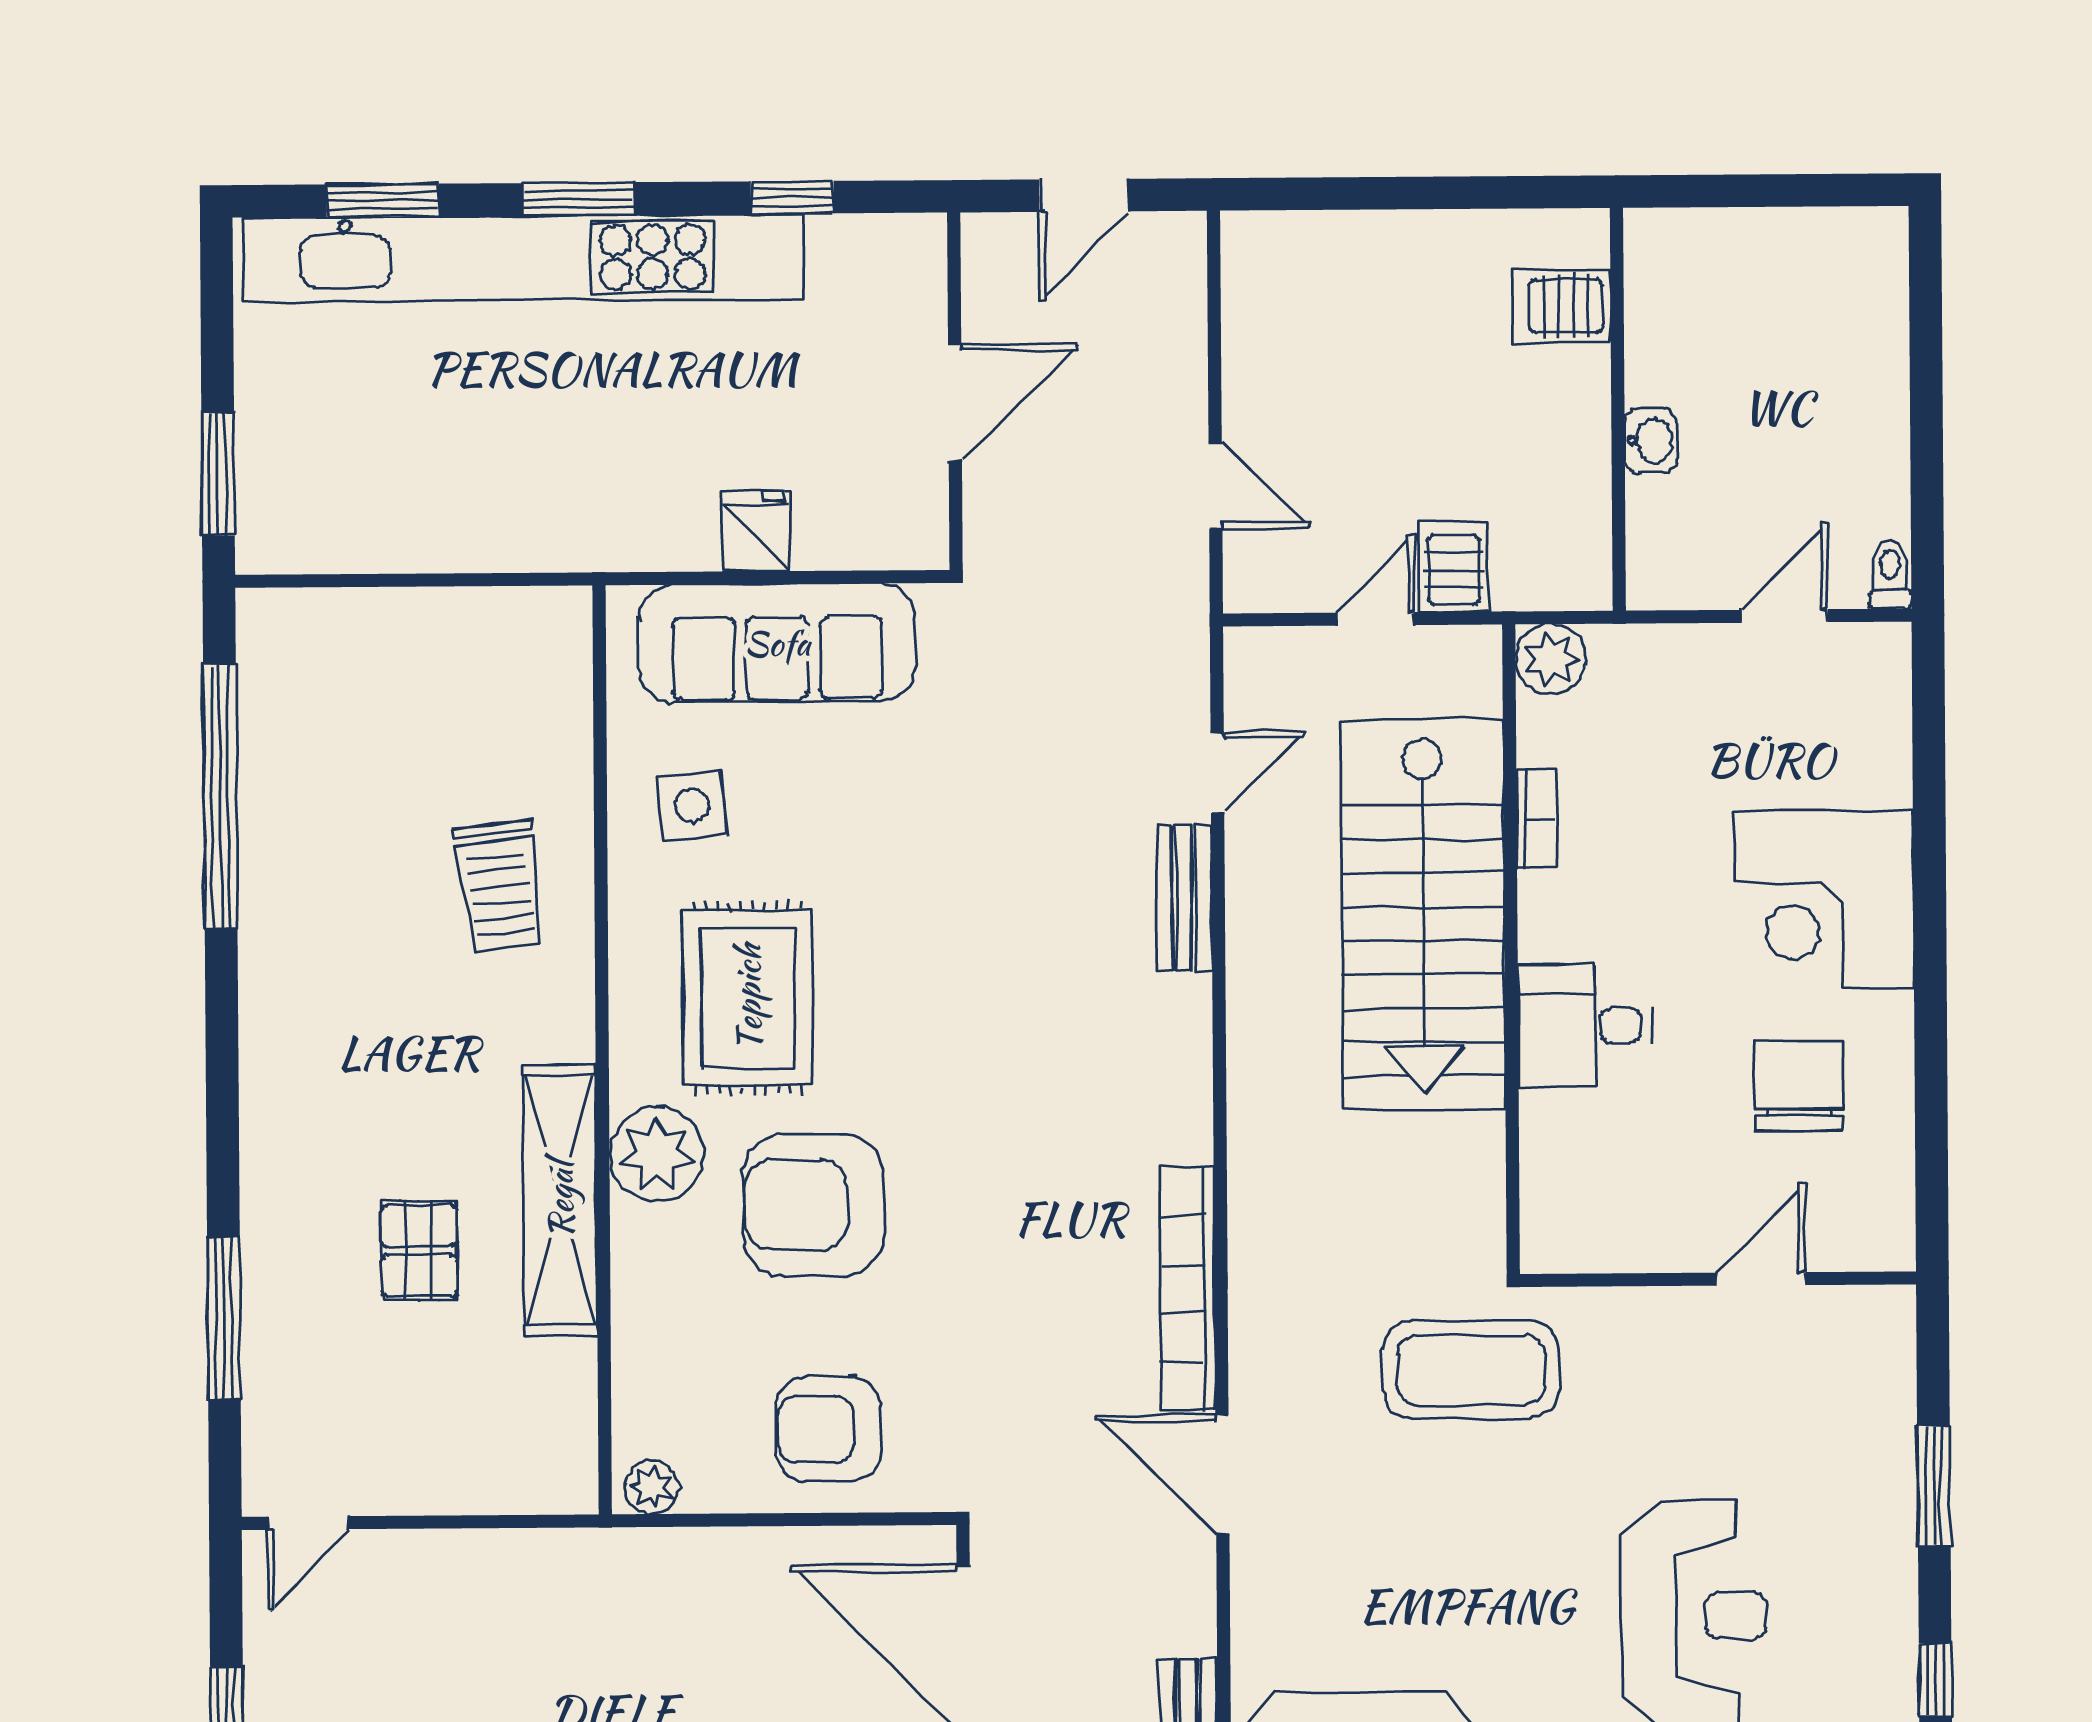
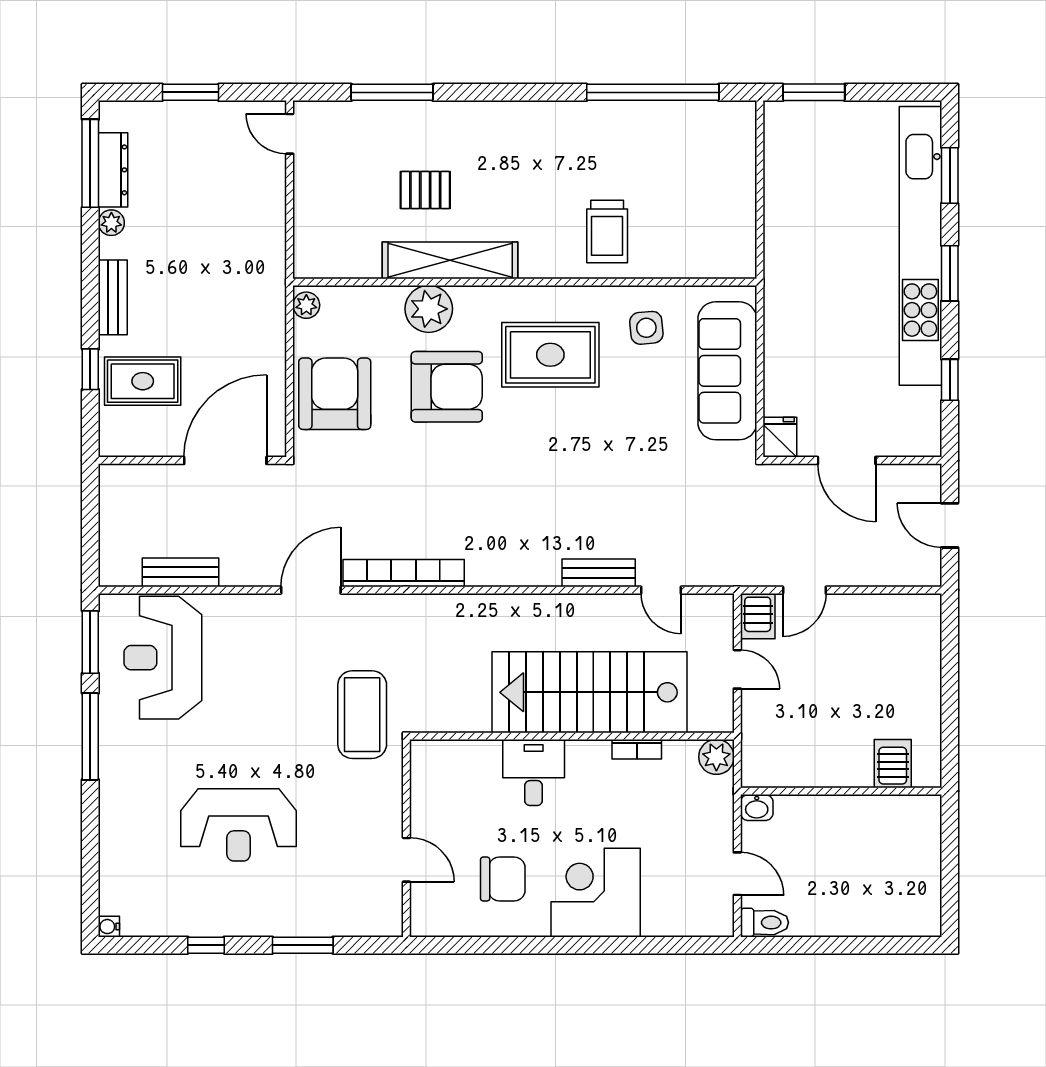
washbasin: (1651, 441) -> (757, 808), moved
fridge: (756, 531) -> (780, 437), moved, turned -90
server rack: (1454, 566) -> (758, 616), moved, turned 90
toilet: (1890, 574) -> (764, 923), width x1.37, depth x1.39
trolley: (500, 886) -> (607, 231), turned -83
plant: (657, 1154) -> (429, 309), moved
armchair: (813, 1205) -> (447, 387), turned 90
armchair: (828, 1429) -> (335, 394), width x1.36, depth x1.36

